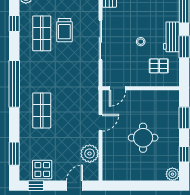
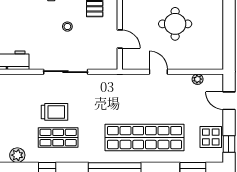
door: (118, 88) -> (120, 39), moved
shop shelf: (42, 110) -> (144, 138), width x2.00, depth x1.36
plant: (90, 154) -> (198, 79), width x0.53, depth x0.53

